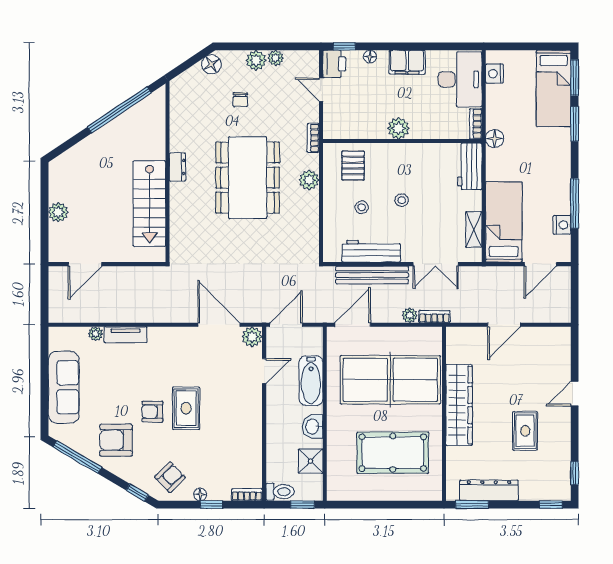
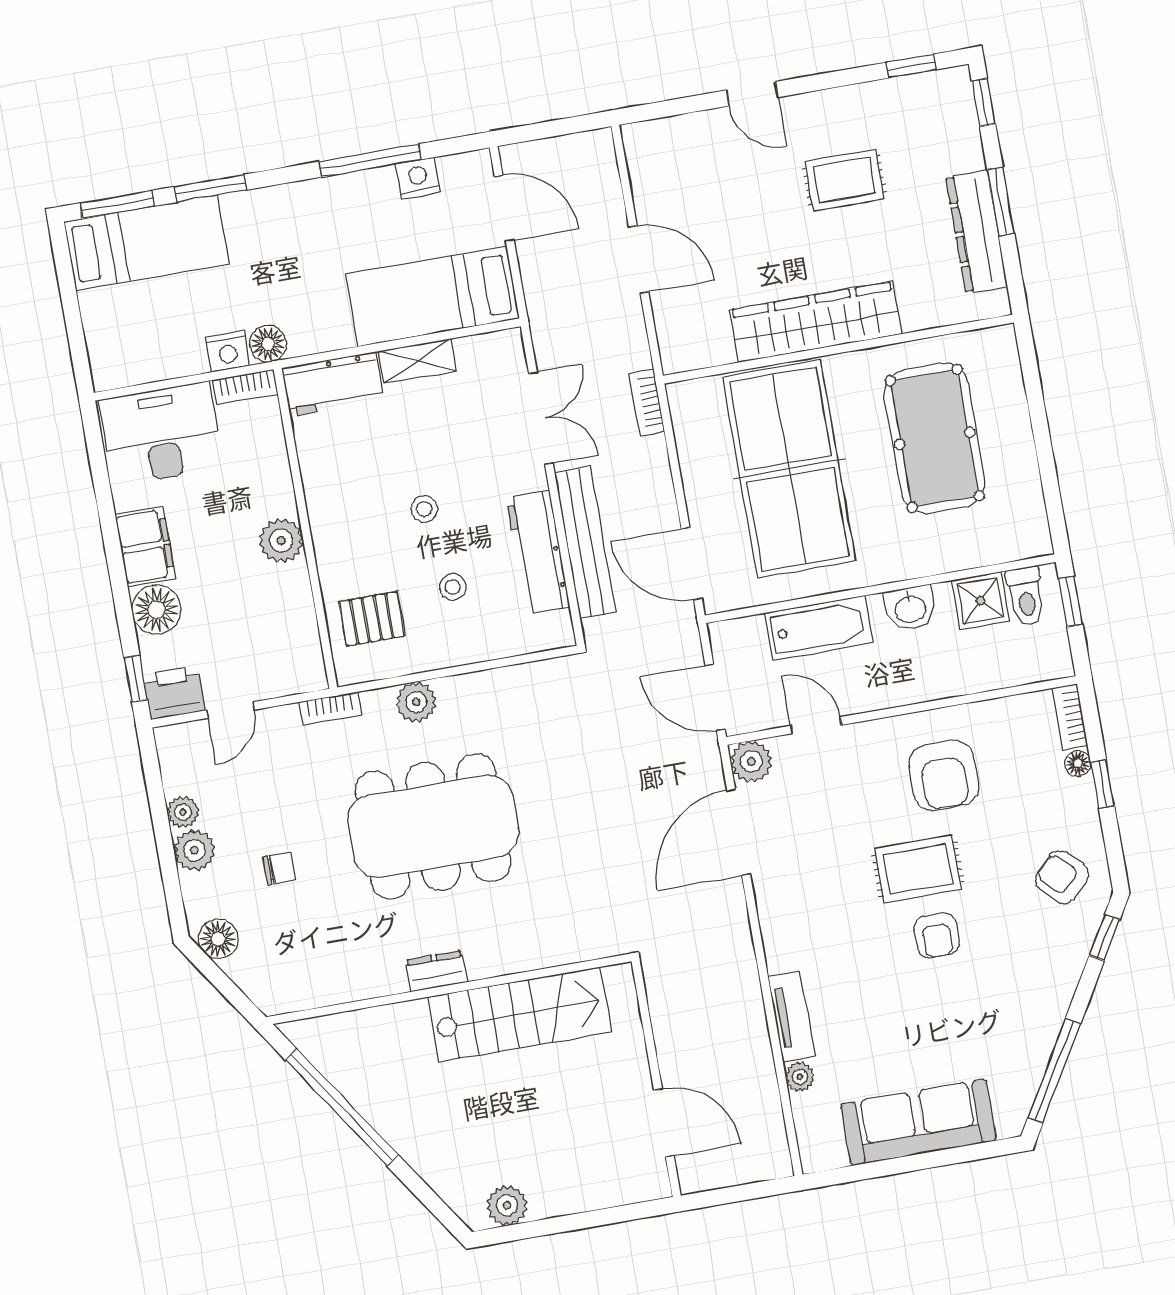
floor lamp: (370, 57) -> (156, 610), width x1.89, depth x1.89
nightstand: (494, 74) -> (228, 351), moved
plant: (58, 212) -> (507, 1205), moved
shelving: (474, 230) -> (417, 361), moved
plant: (410, 315) -> (653, 452), removed
armchair: (116, 440) -> (944, 775), moved
toilet: (280, 492) -> (1026, 596), moved, turned 180
floor lamp: (200, 494) -> (1078, 763), moved
window: (472, 505) -> (1001, 201), moved

